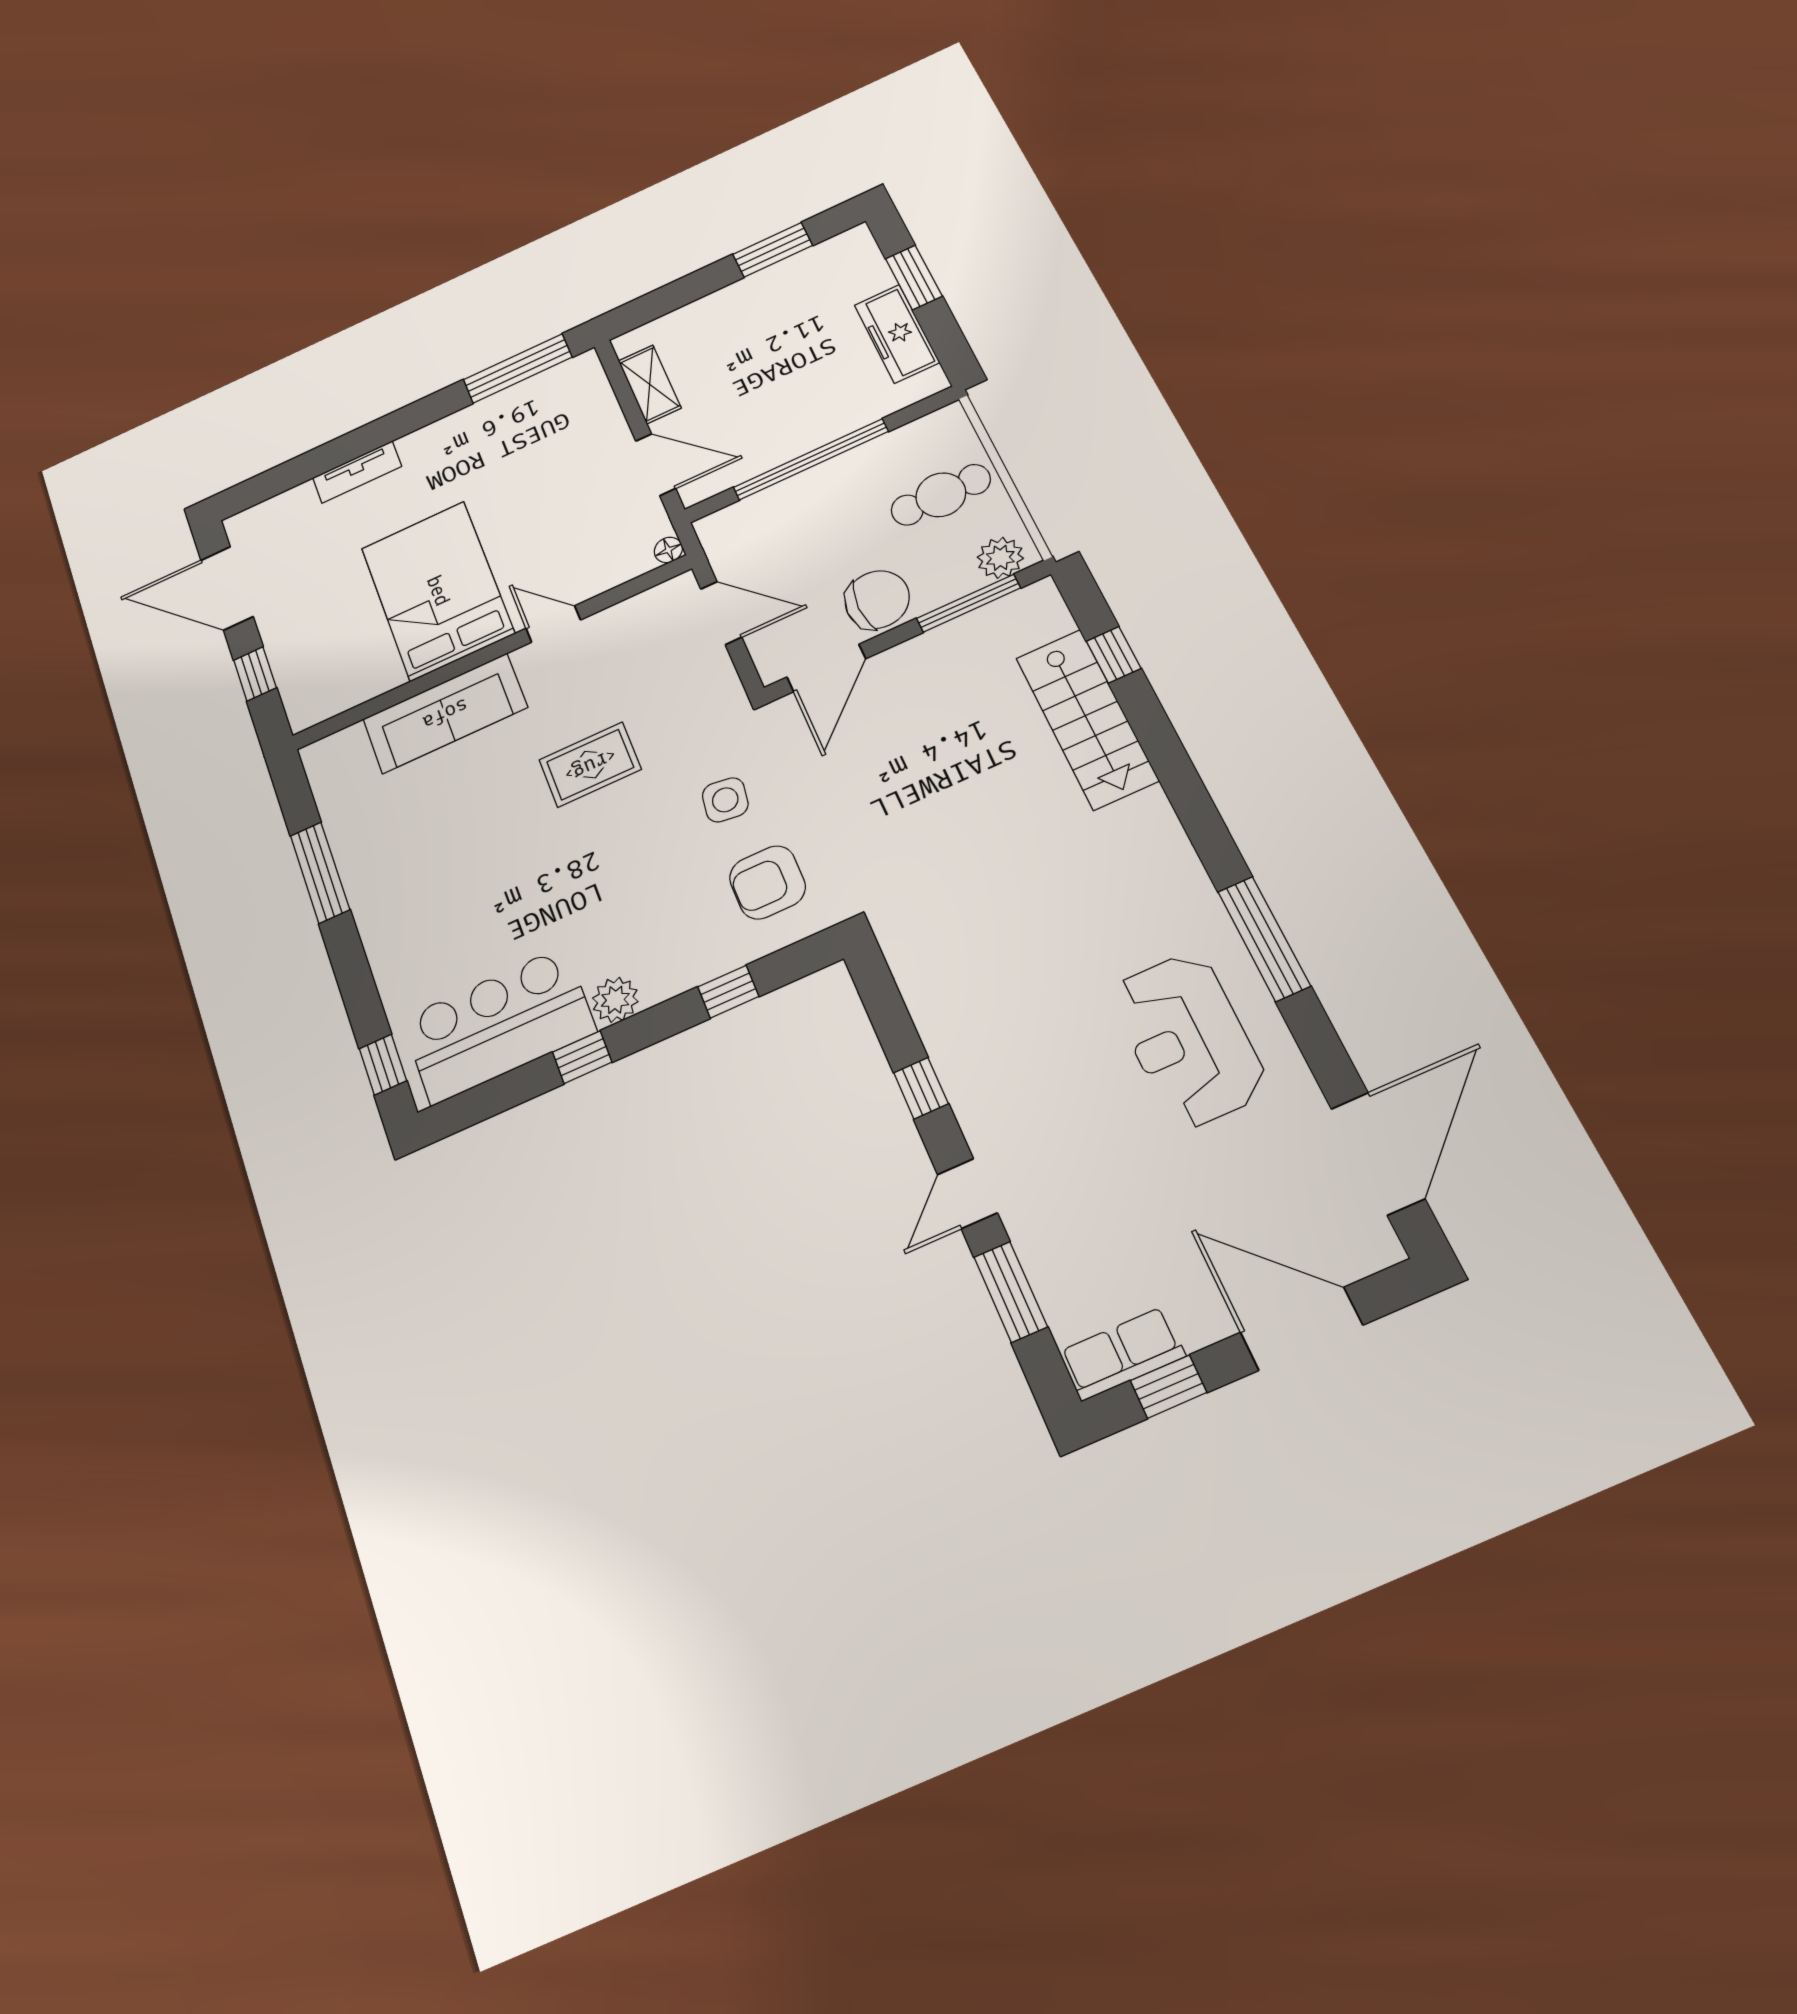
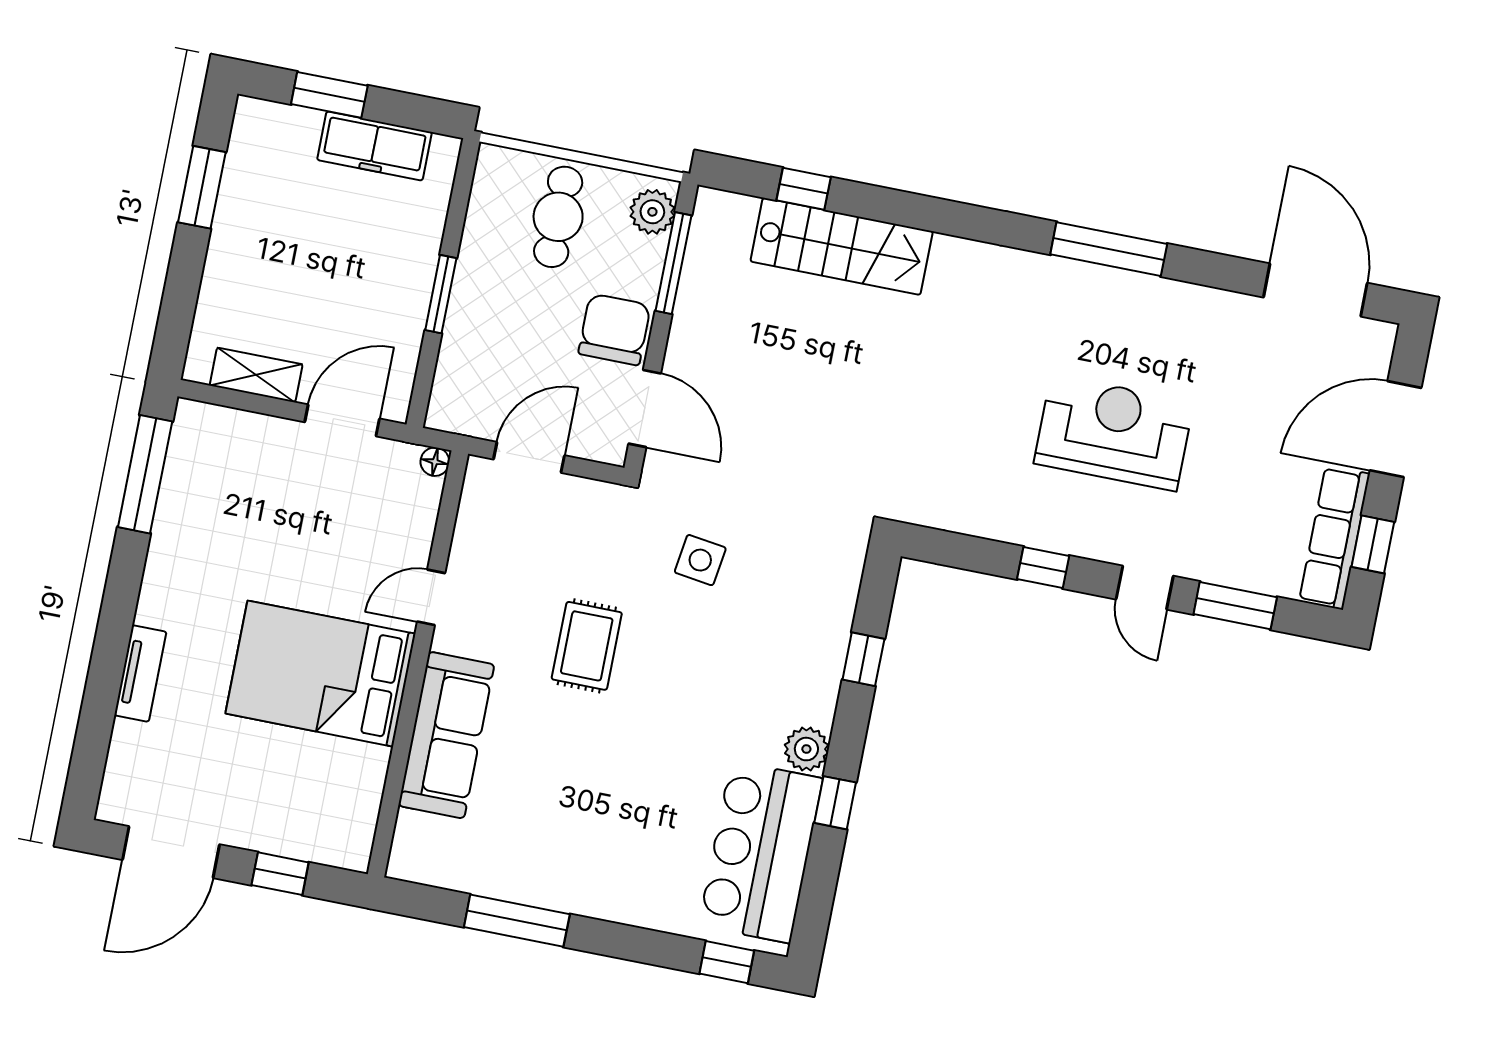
window: (811, 459) -> (441, 294), width x0.47
armchair: (767, 882) -> (795, 573), removed
reception desk: (1188, 1040) -> (1114, 433), moved, turned 180
row of seats: (1122, 1354) -> (1334, 538), width x1.48

